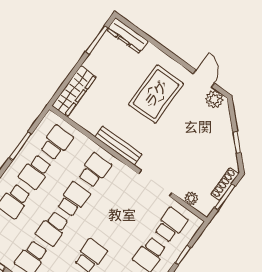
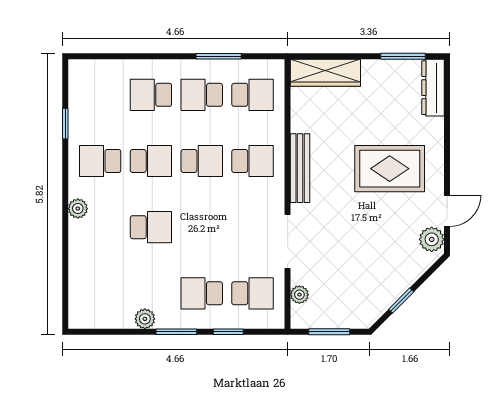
shoe rack: (225, 184) -> (344, 321), removed
school desk: (52, 229) -> (151, 161), turned 180

